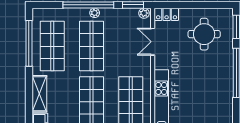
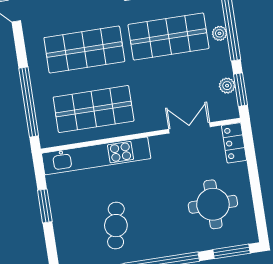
plant: (144, 13) -> (227, 86), moved
cafe table: (208, 99) -> (116, 226), added

